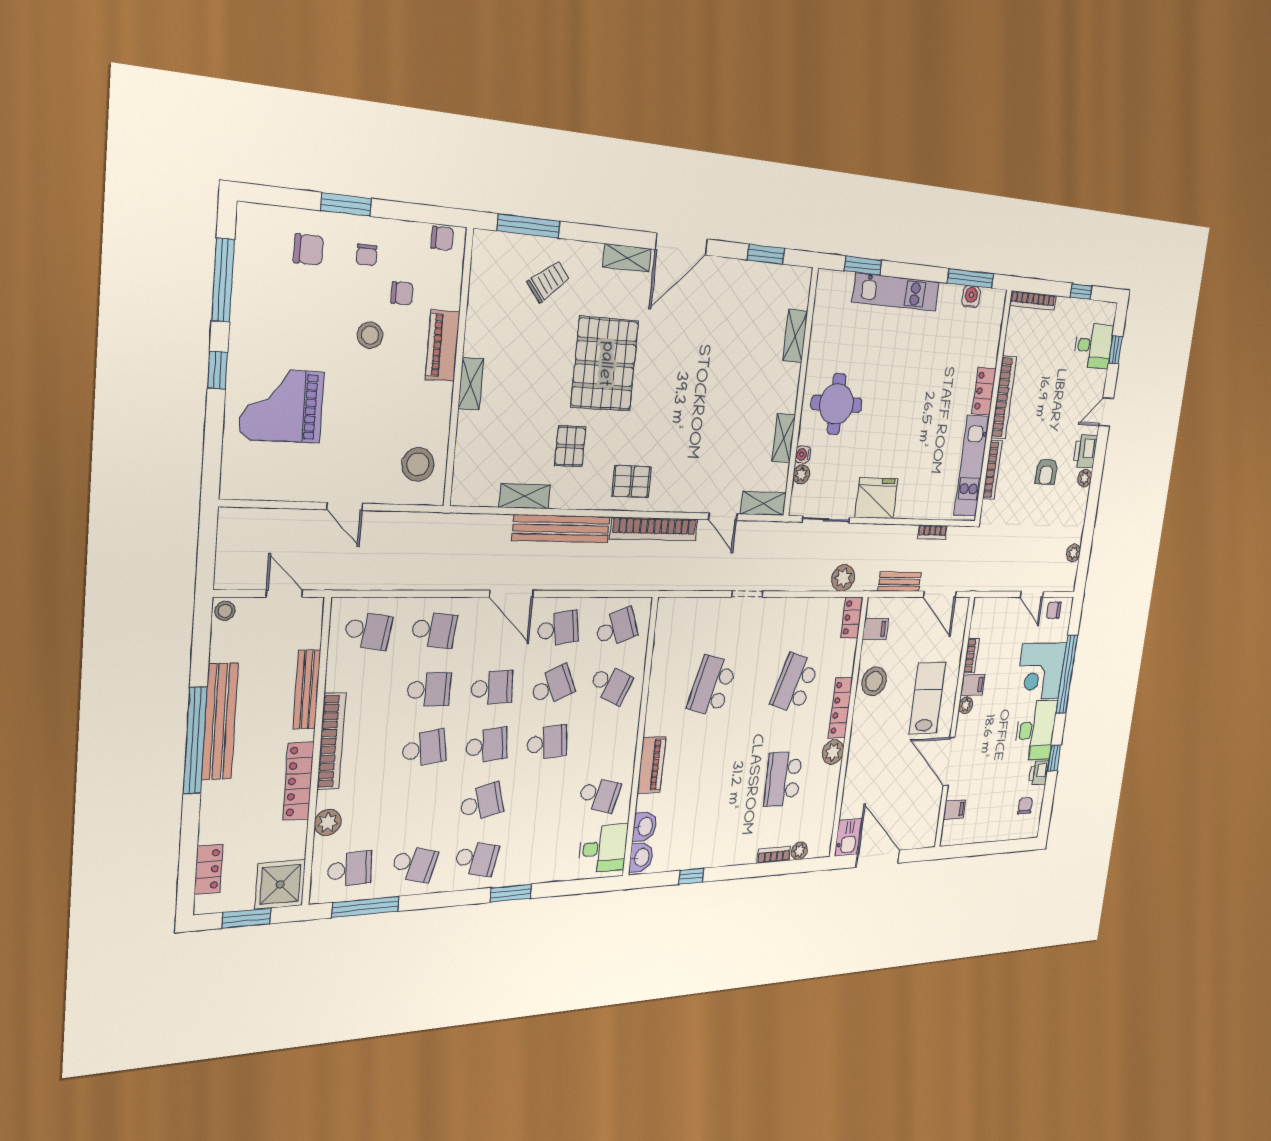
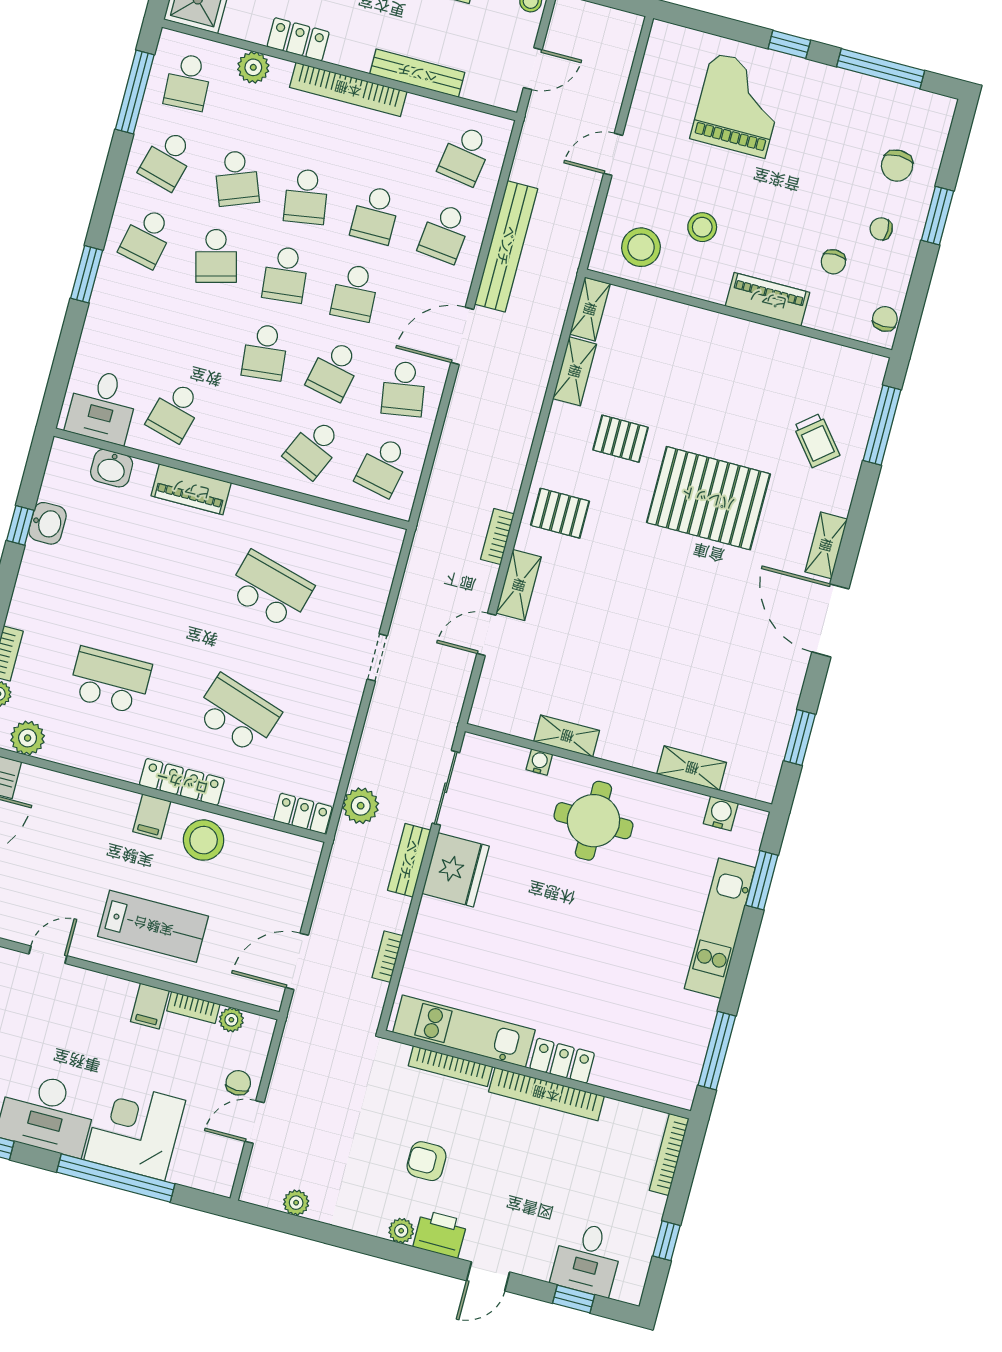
chair: (442, 238) -> (885, 319), turned 180
water cooler: (971, 297) -> (721, 813), moved, turned -90
stool: (370, 335) -> (702, 227), moved
shelving: (471, 384) -> (590, 309), moved, turned 90
door: (1106, 412) -> (488, 1276), swing flipped
plant: (801, 474) -> (514, 757), removed
pallet: (631, 482) -> (560, 513), turned 90
shelving: (763, 503) -> (519, 585), moved
bench: (561, 529) -> (506, 246), moved
bookcase: (654, 529) -> (497, 537), width x0.43, depth x0.76
bench: (900, 582) -> (409, 860), moved
chair: (1054, 610) -> (238, 1083), moved
school desk: (616, 628) -> (383, 467), turned 33
filing cabinet: (875, 629) -> (152, 816), moved
school desk: (552, 686) -> (334, 370), turned 36
plant: (966, 705) -> (231, 1020), moved
plant: (833, 752) -> (28, 738), moved
door: (949, 762) -> (48, 955), width x0.53
locker: (298, 781) -> (298, 39), width x0.66
school desk: (419, 807) -> (237, 178), added
washbasin: (641, 857) -> (47, 523), moved, turned -90

